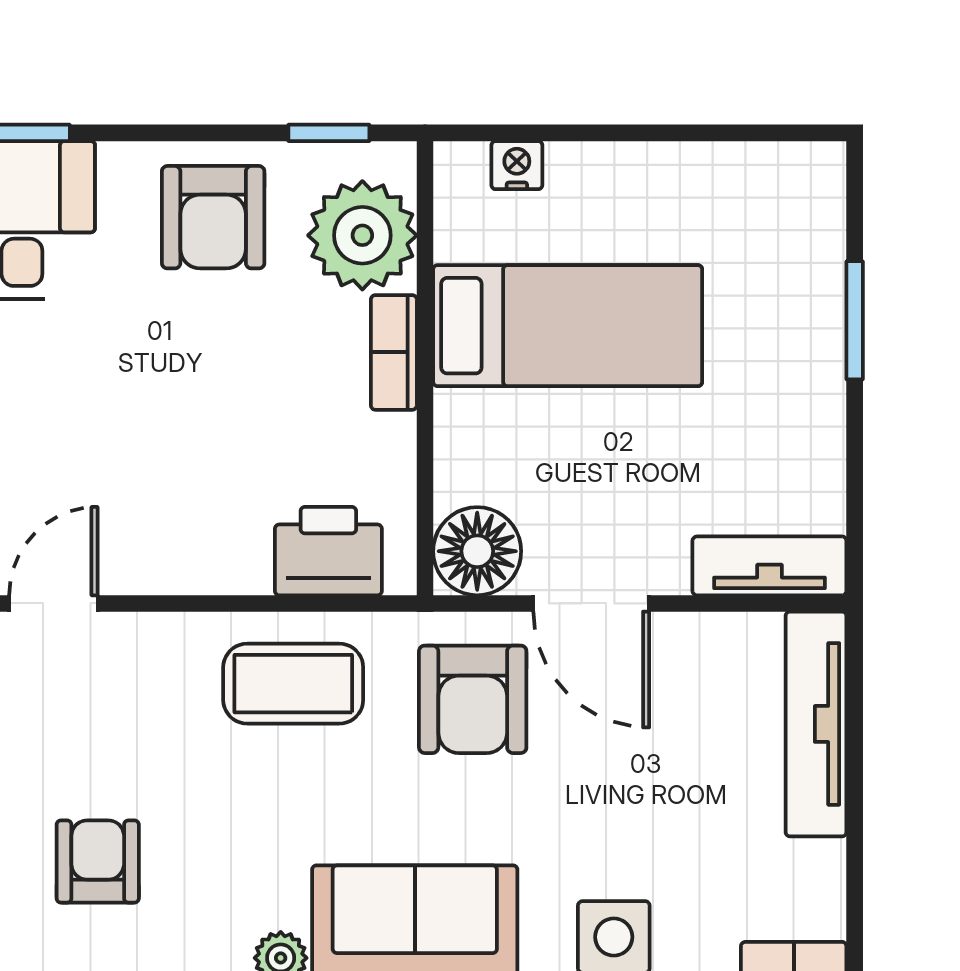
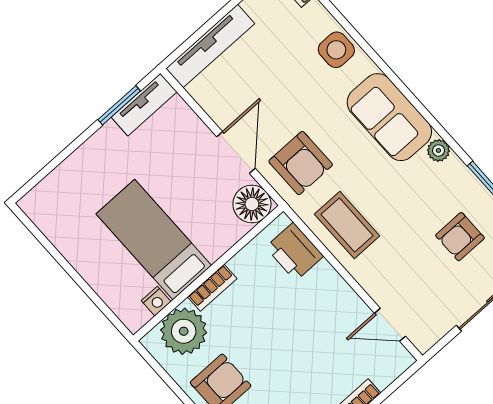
window: (329, 133) -> (160, 371), removed
nightstand: (517, 165) -> (156, 301), moved, turned -90
window: (855, 320) -> (119, 105), moved
tv unit: (769, 566) -> (144, 105), moved, turned -90
armchair: (473, 699) -> (301, 163), turned 90

